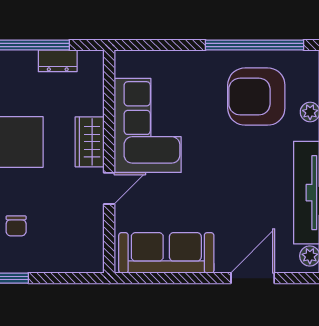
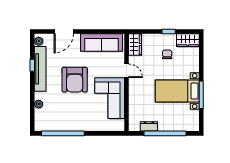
armchair: (256, 97) -> (75, 80), moved, turned 90
wardrobe: (90, 142) -> (135, 45), moved
door: (109, 188) -> (126, 71), swing flipped

